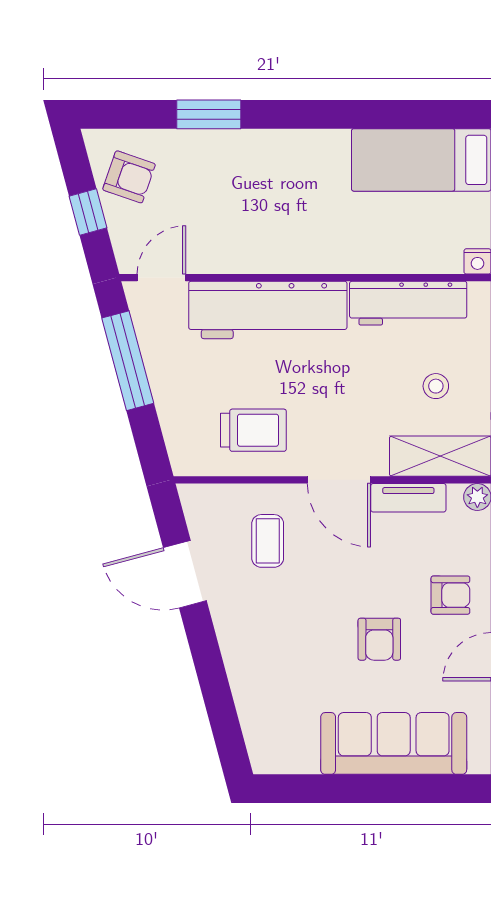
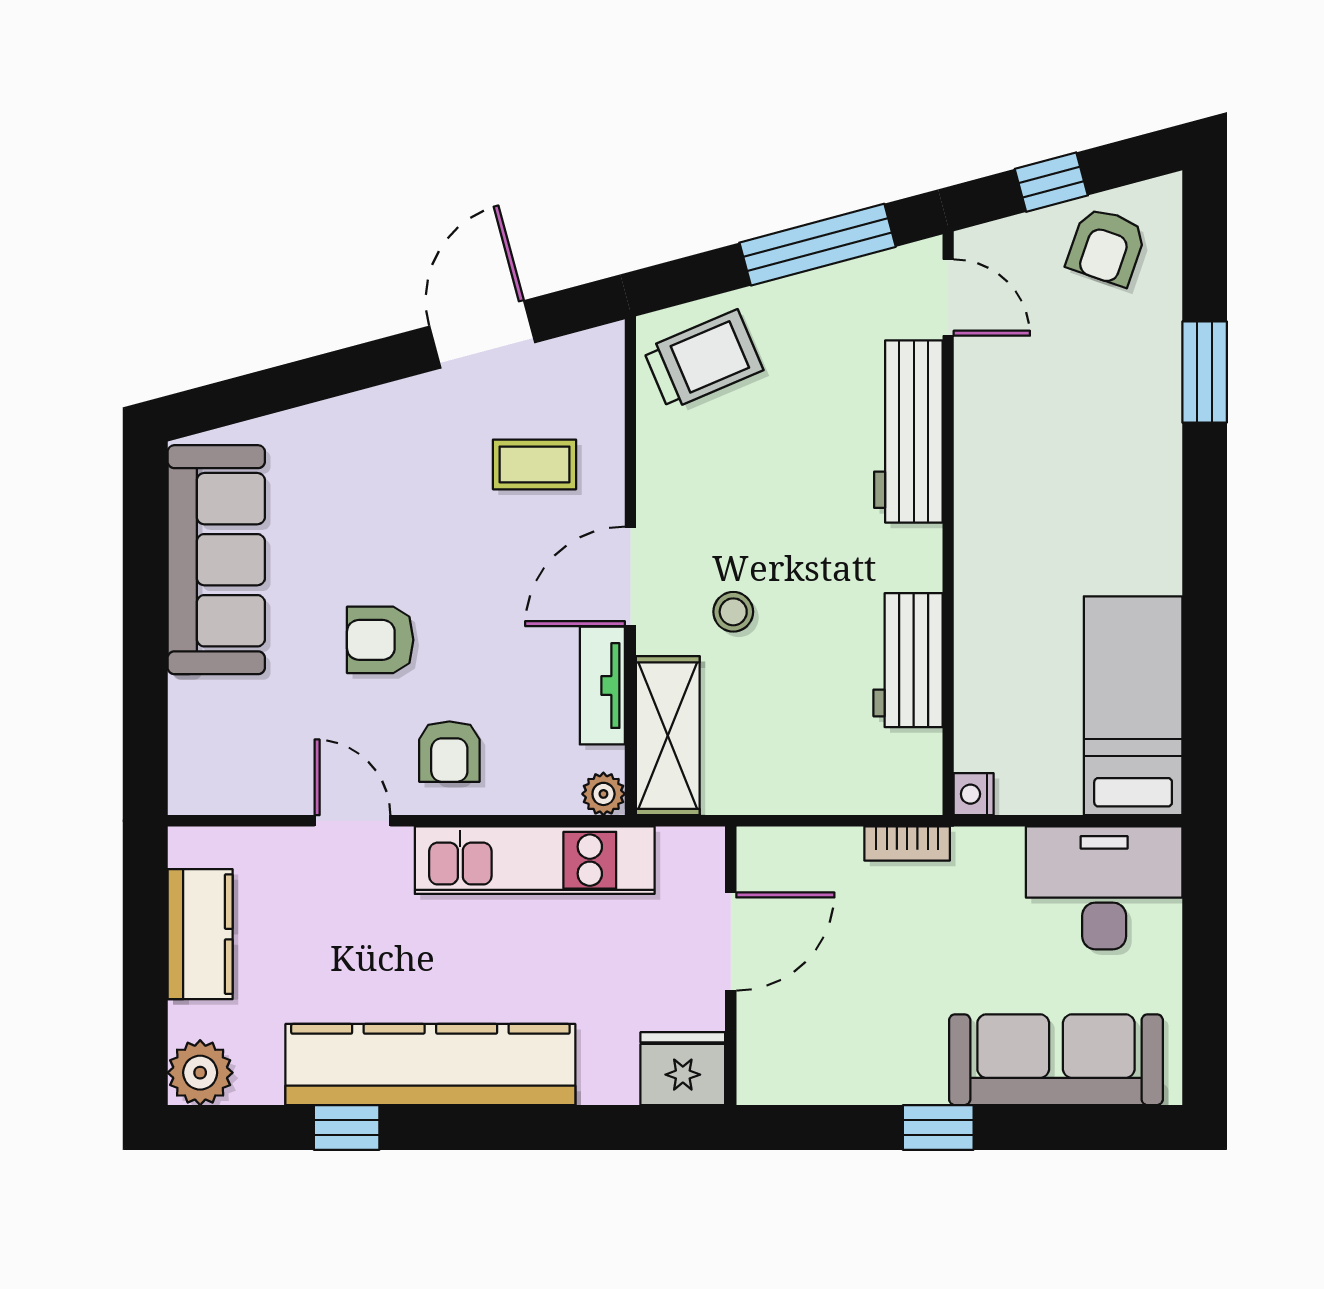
workbench: (408, 303) -> (908, 660), width x0.73
workbench: (268, 310) -> (908, 432), width x0.73, depth x0.76
stool: (436, 386) -> (733, 612), moved
trolley: (253, 430) -> (703, 360), moved, turned -113
sofa: (394, 743) -> (216, 560), moved

